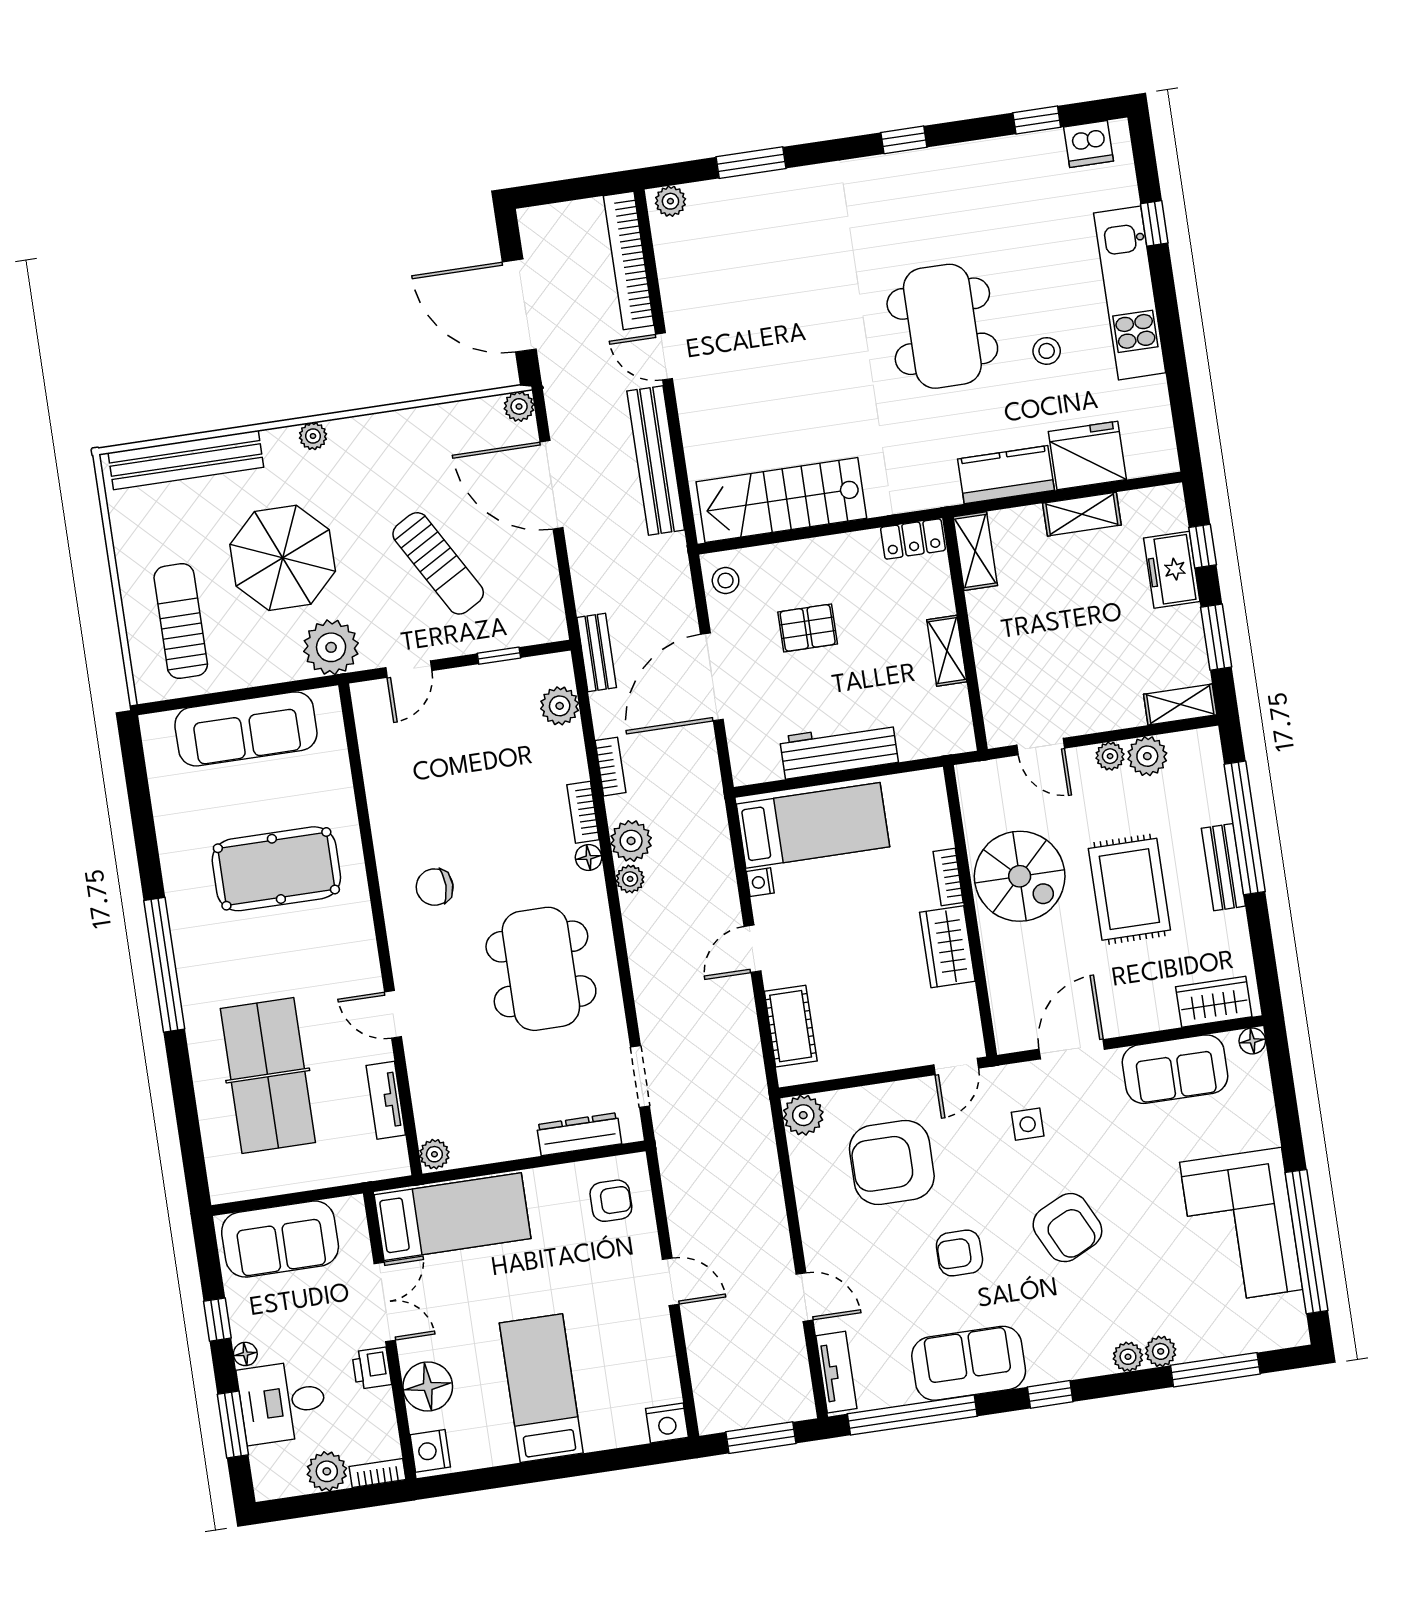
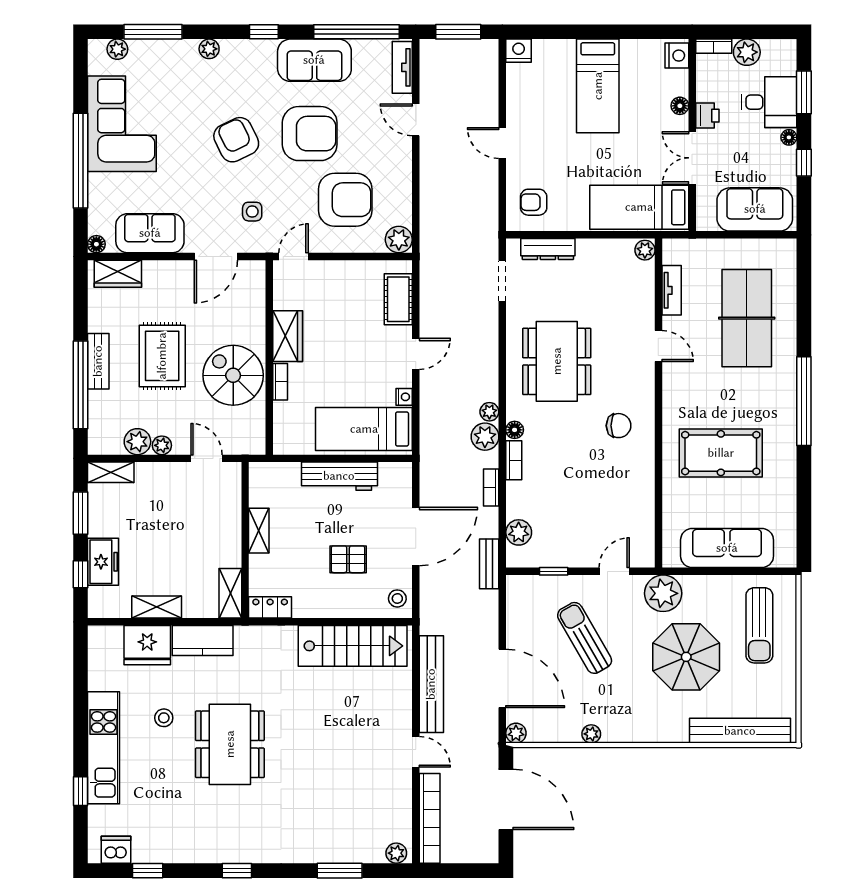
plant: (313, 436) -> (591, 734), moved
window: (1306, 1242) -> (80, 161), moved
armchair: (959, 1253) -> (310, 134), width x1.88, depth x1.88
plant: (1161, 1351) -> (117, 49), moved
floor lamp: (428, 1386) -> (680, 106), width x0.53, depth x0.53

